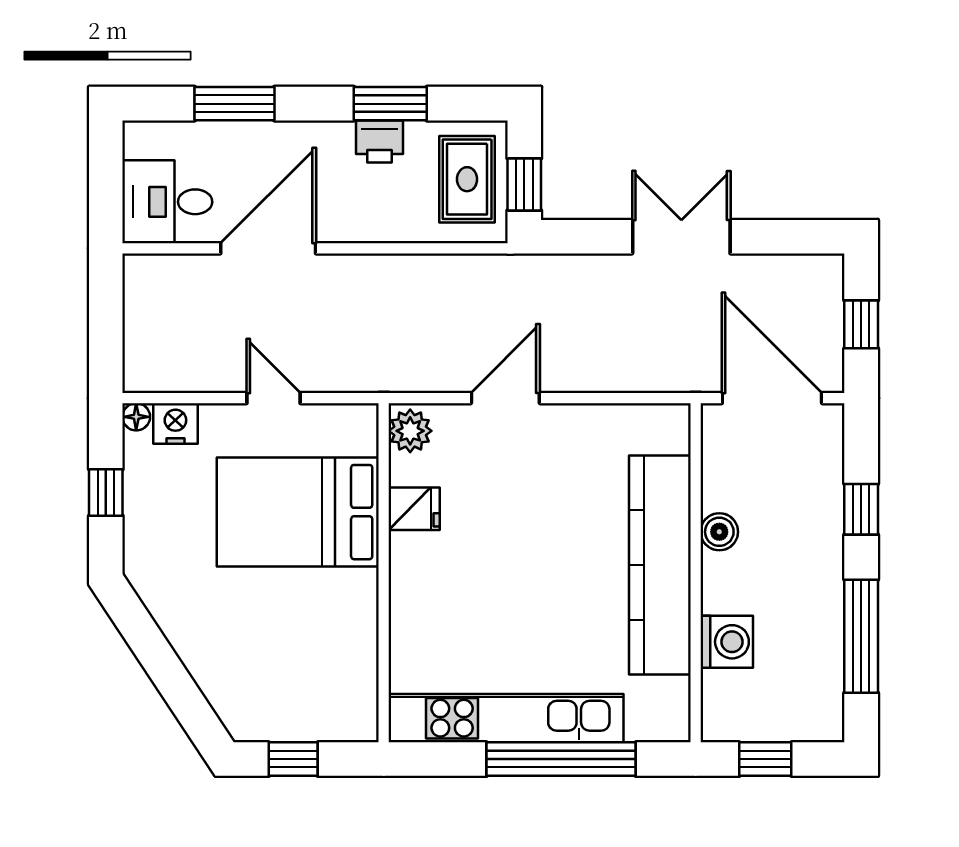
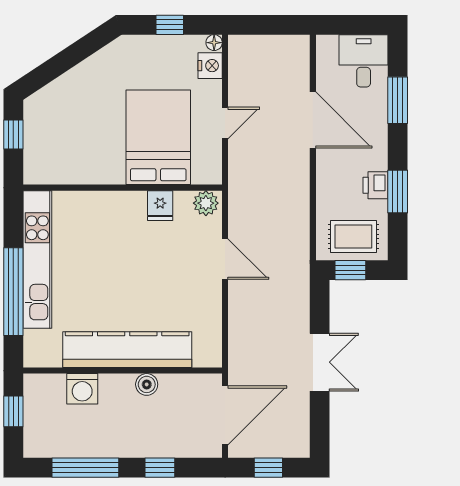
desk: (167, 202) -> (364, 61), moved

